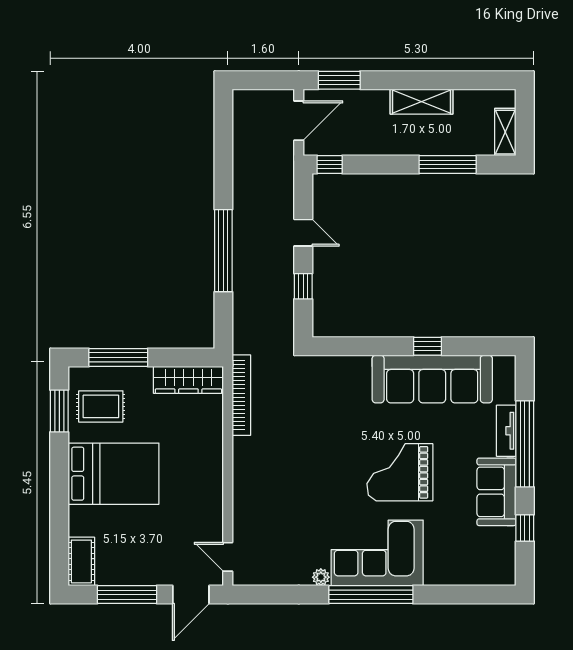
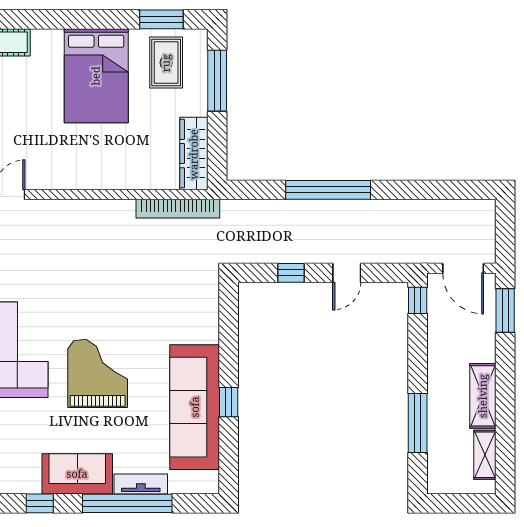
shelving: (505, 132) -> (485, 455), moved, turned 90

